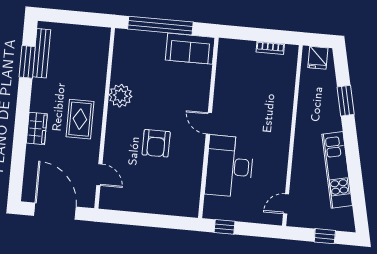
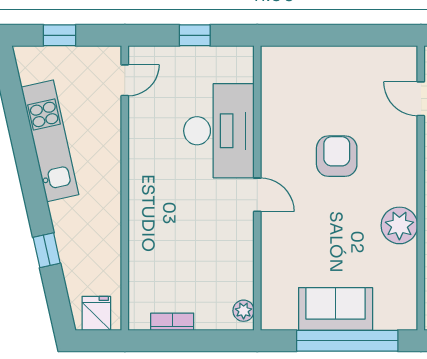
sofa: (190, 49) -> (336, 309), moved
plant: (224, 51) -> (244, 311), added
window: (346, 101) -> (47, 250), width x0.67
window: (224, 227) -> (195, 35), moved

